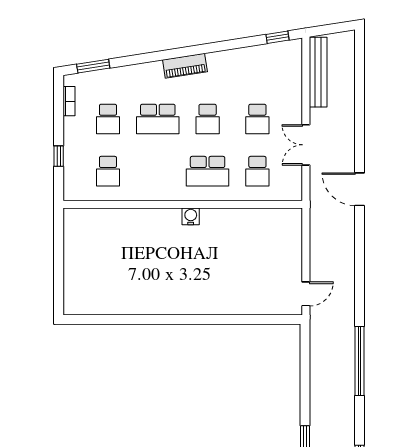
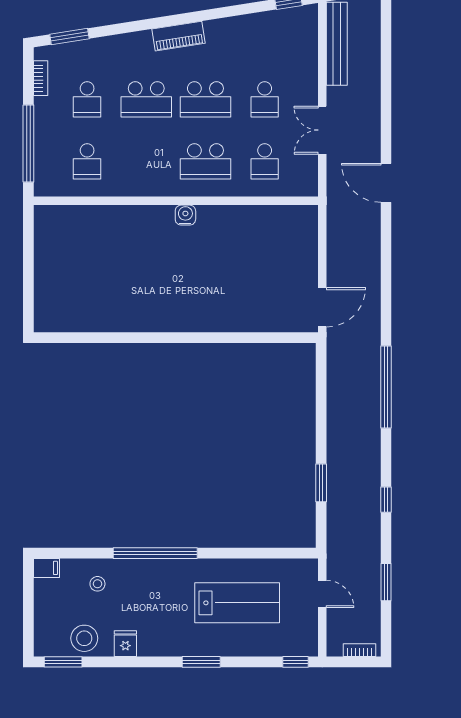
school desk: (208, 119) -> (205, 99), width x1.85
window: (59, 156) -> (28, 144), width x3.17
door: (306, 294) -> (322, 307), width x1.38

